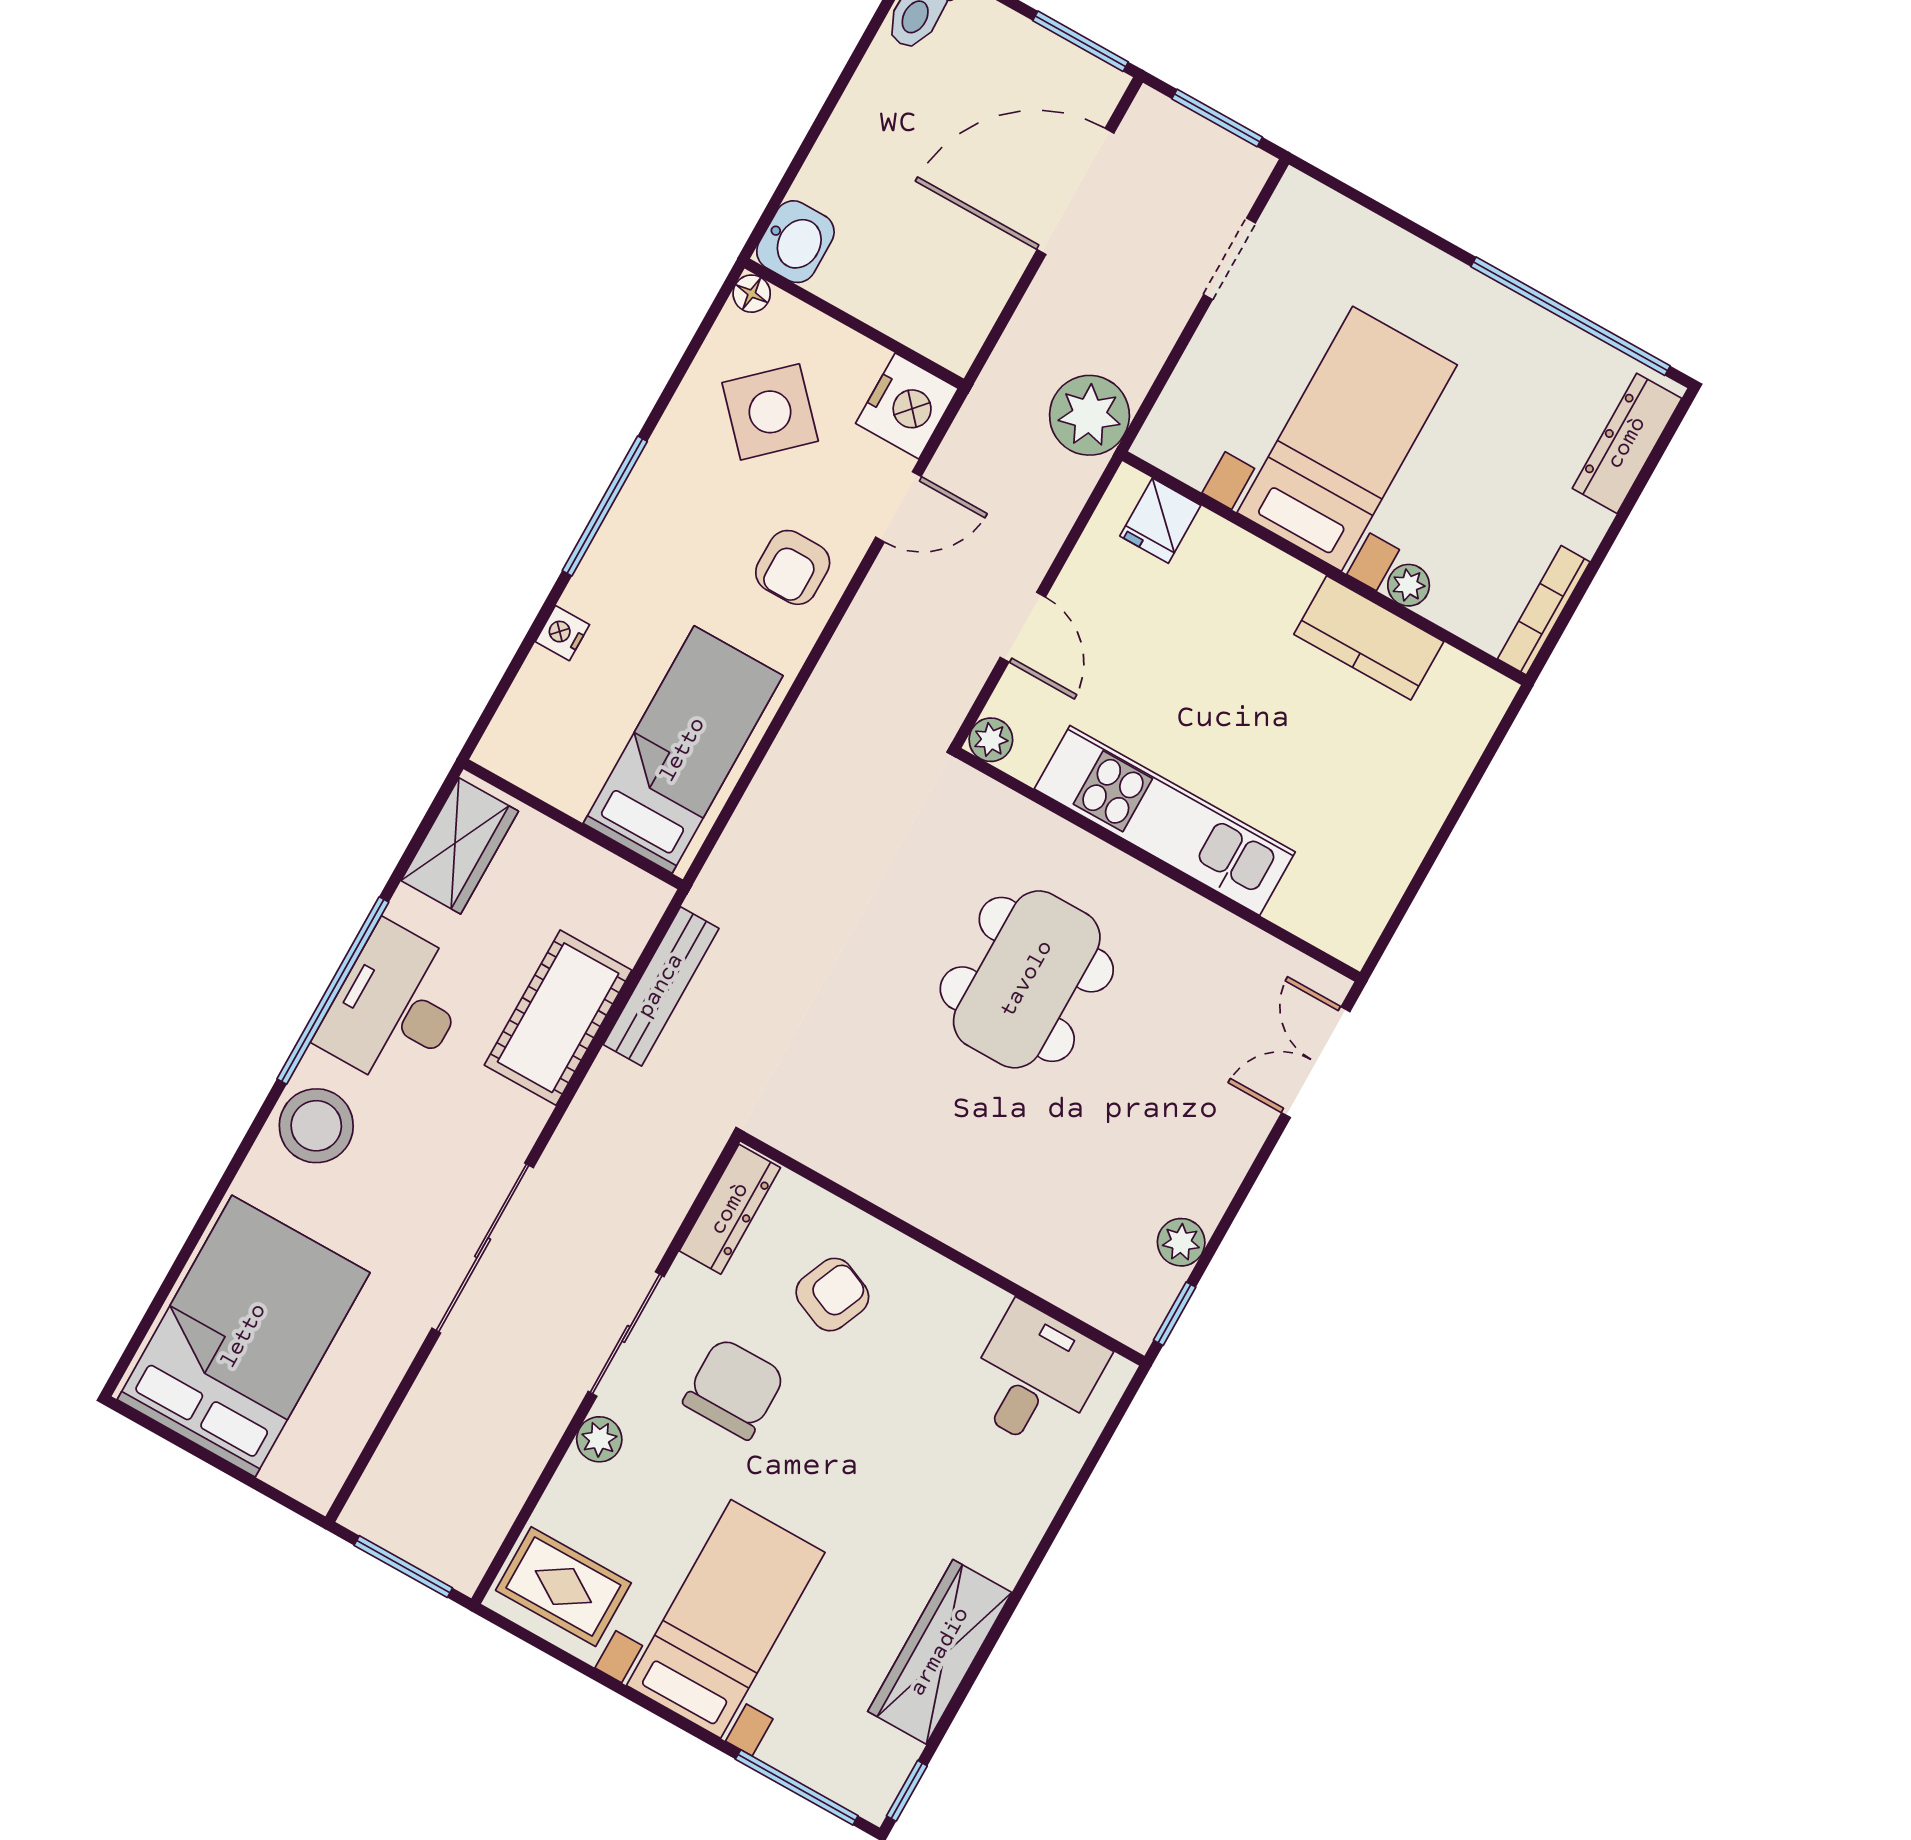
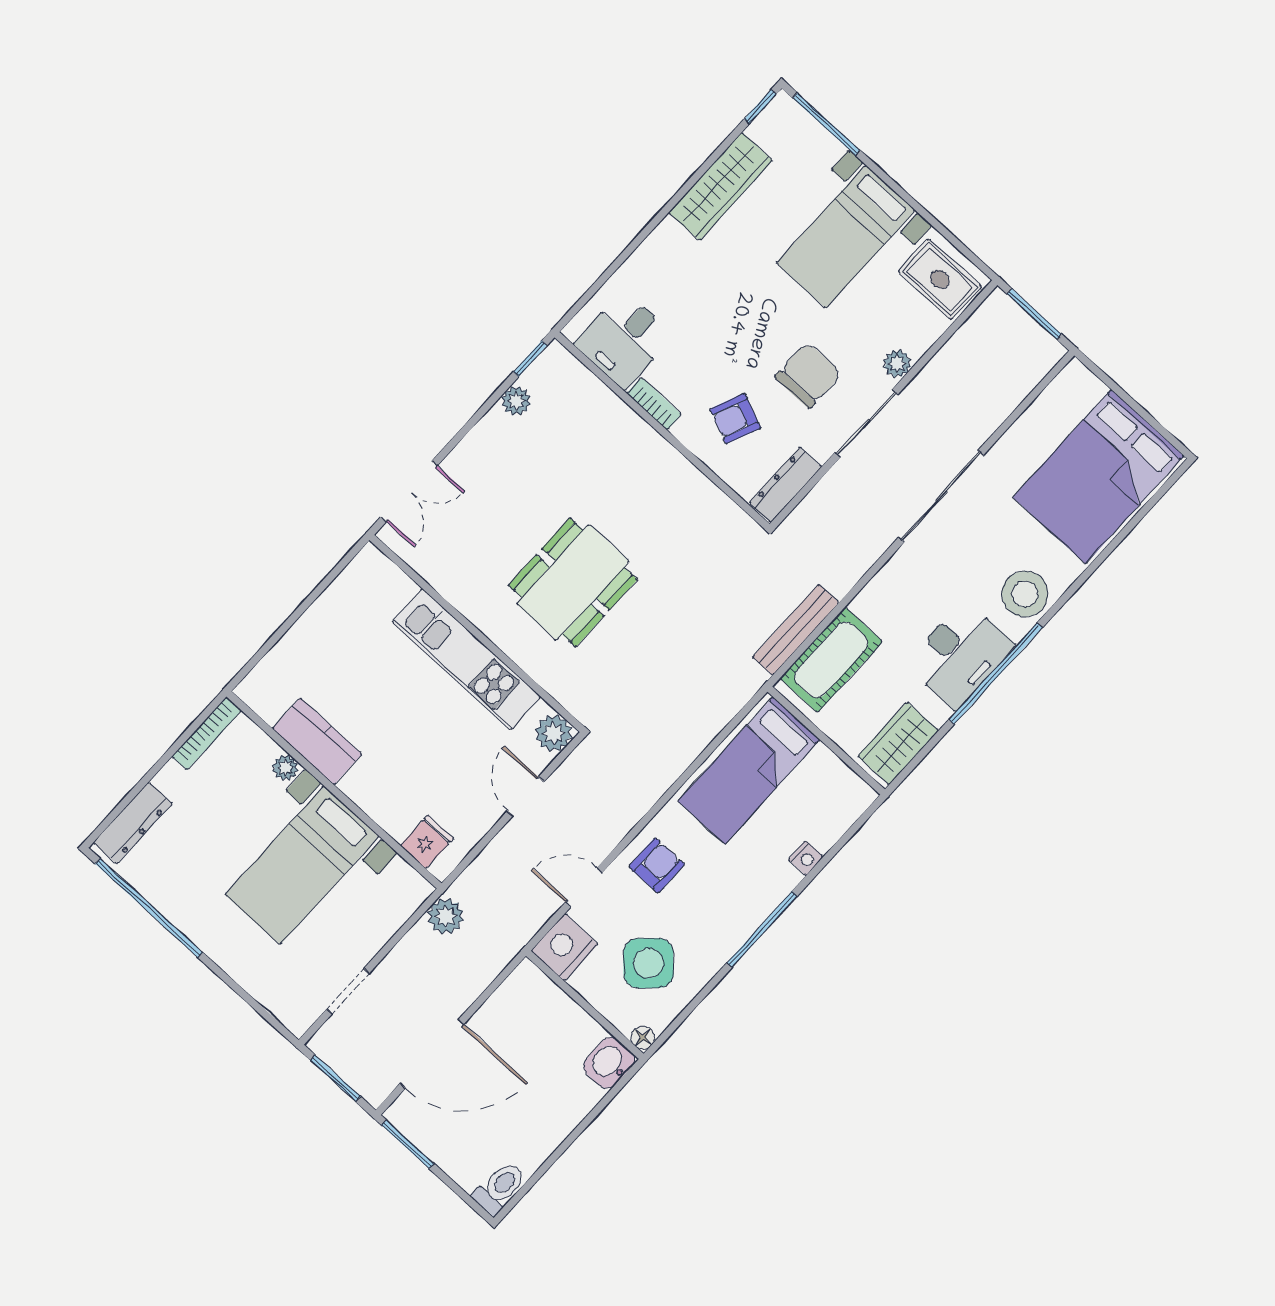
plant: (1089, 415) -> (446, 916), width x0.73, depth x0.73
plant: (991, 740) -> (554, 733), width x1.38, depth x1.38
cot: (558, 1018) -> (831, 660), moved
bookcase: (965, 1288) -> (654, 404), added
chair: (734, 1389) -> (808, 375), turned 180

